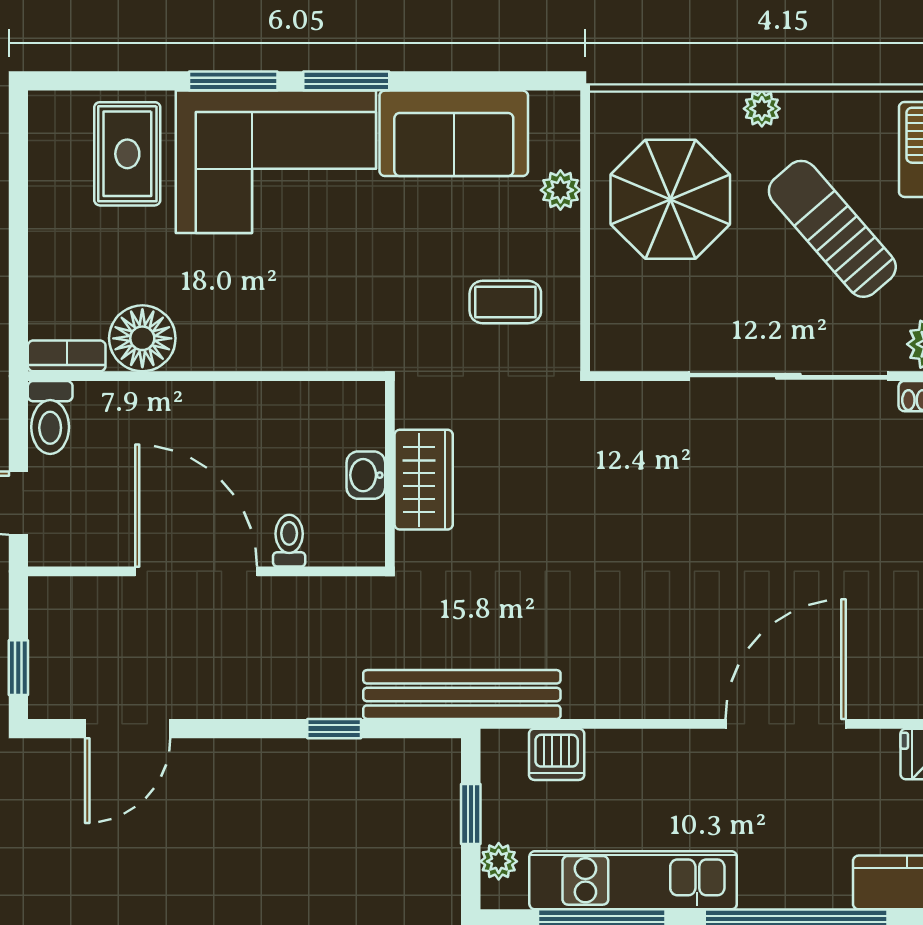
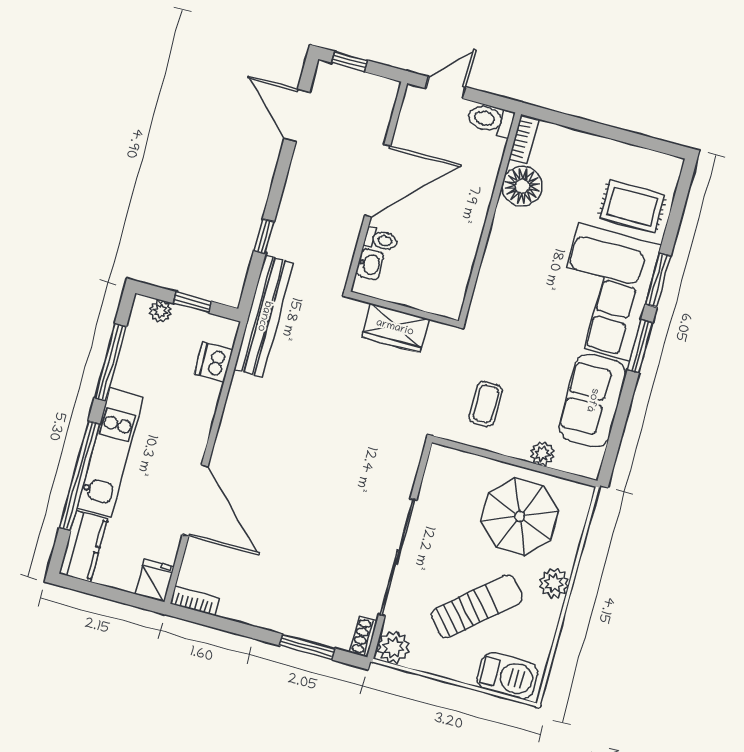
plant: (762, 109) -> (554, 583), width x1.38, depth x1.38
washbasin: (366, 475) -> (370, 264), moved, turned 90
kitchen unit: (633, 880) -> (110, 452), moved

